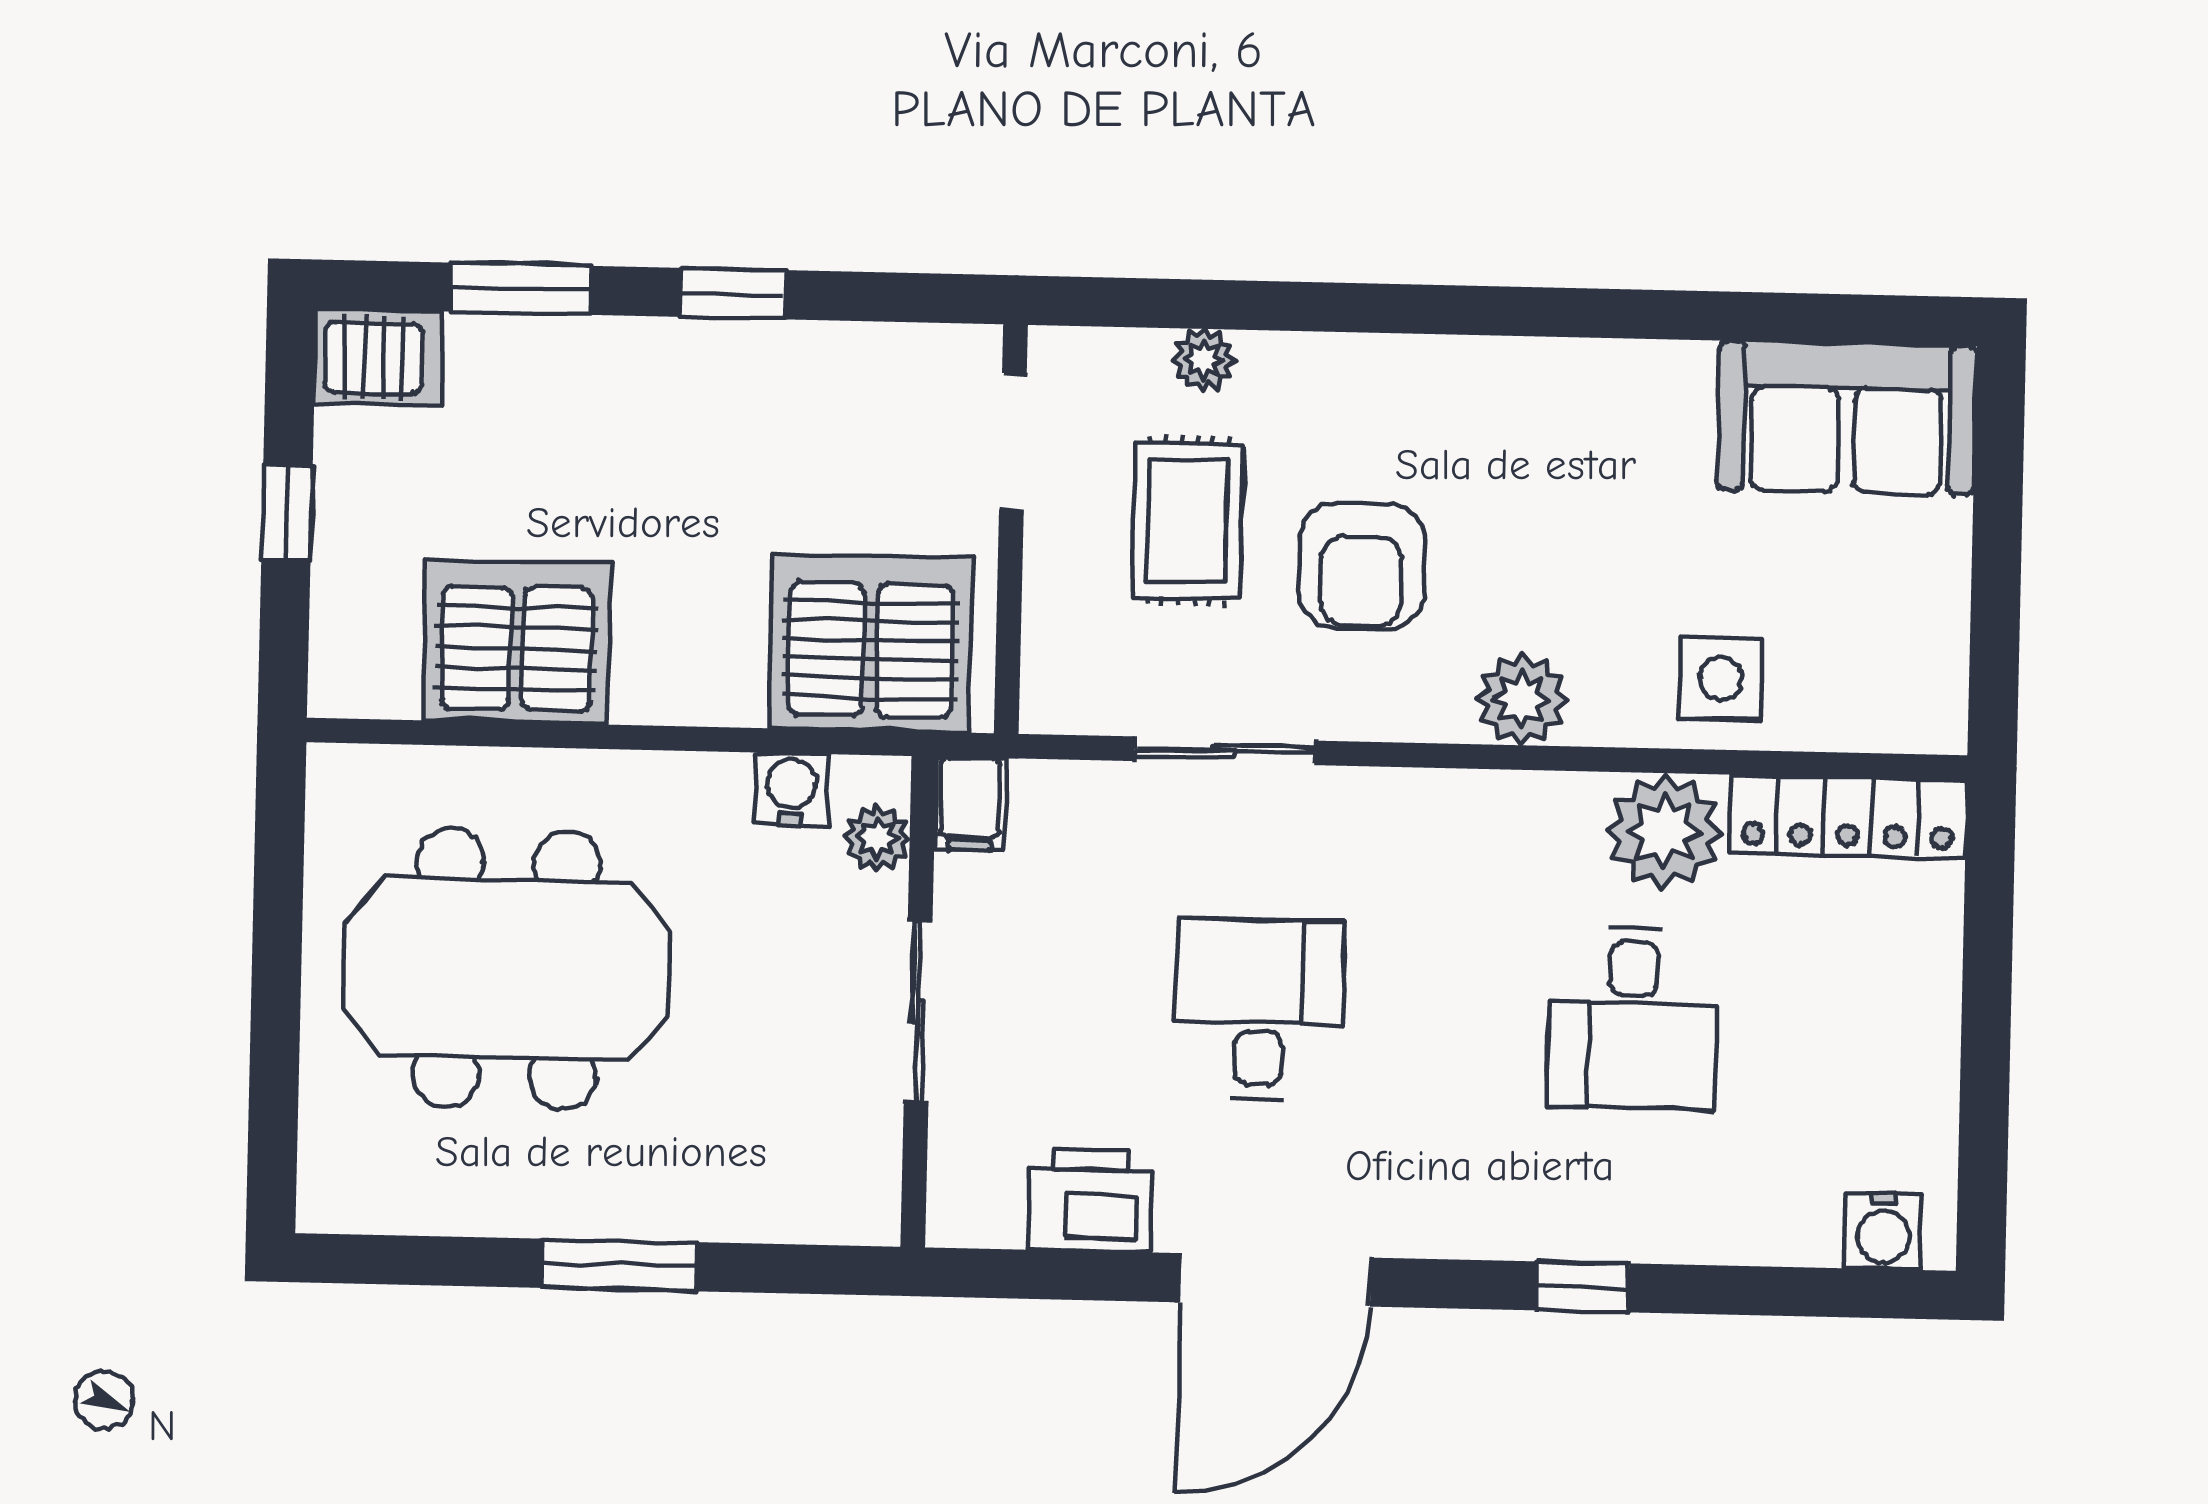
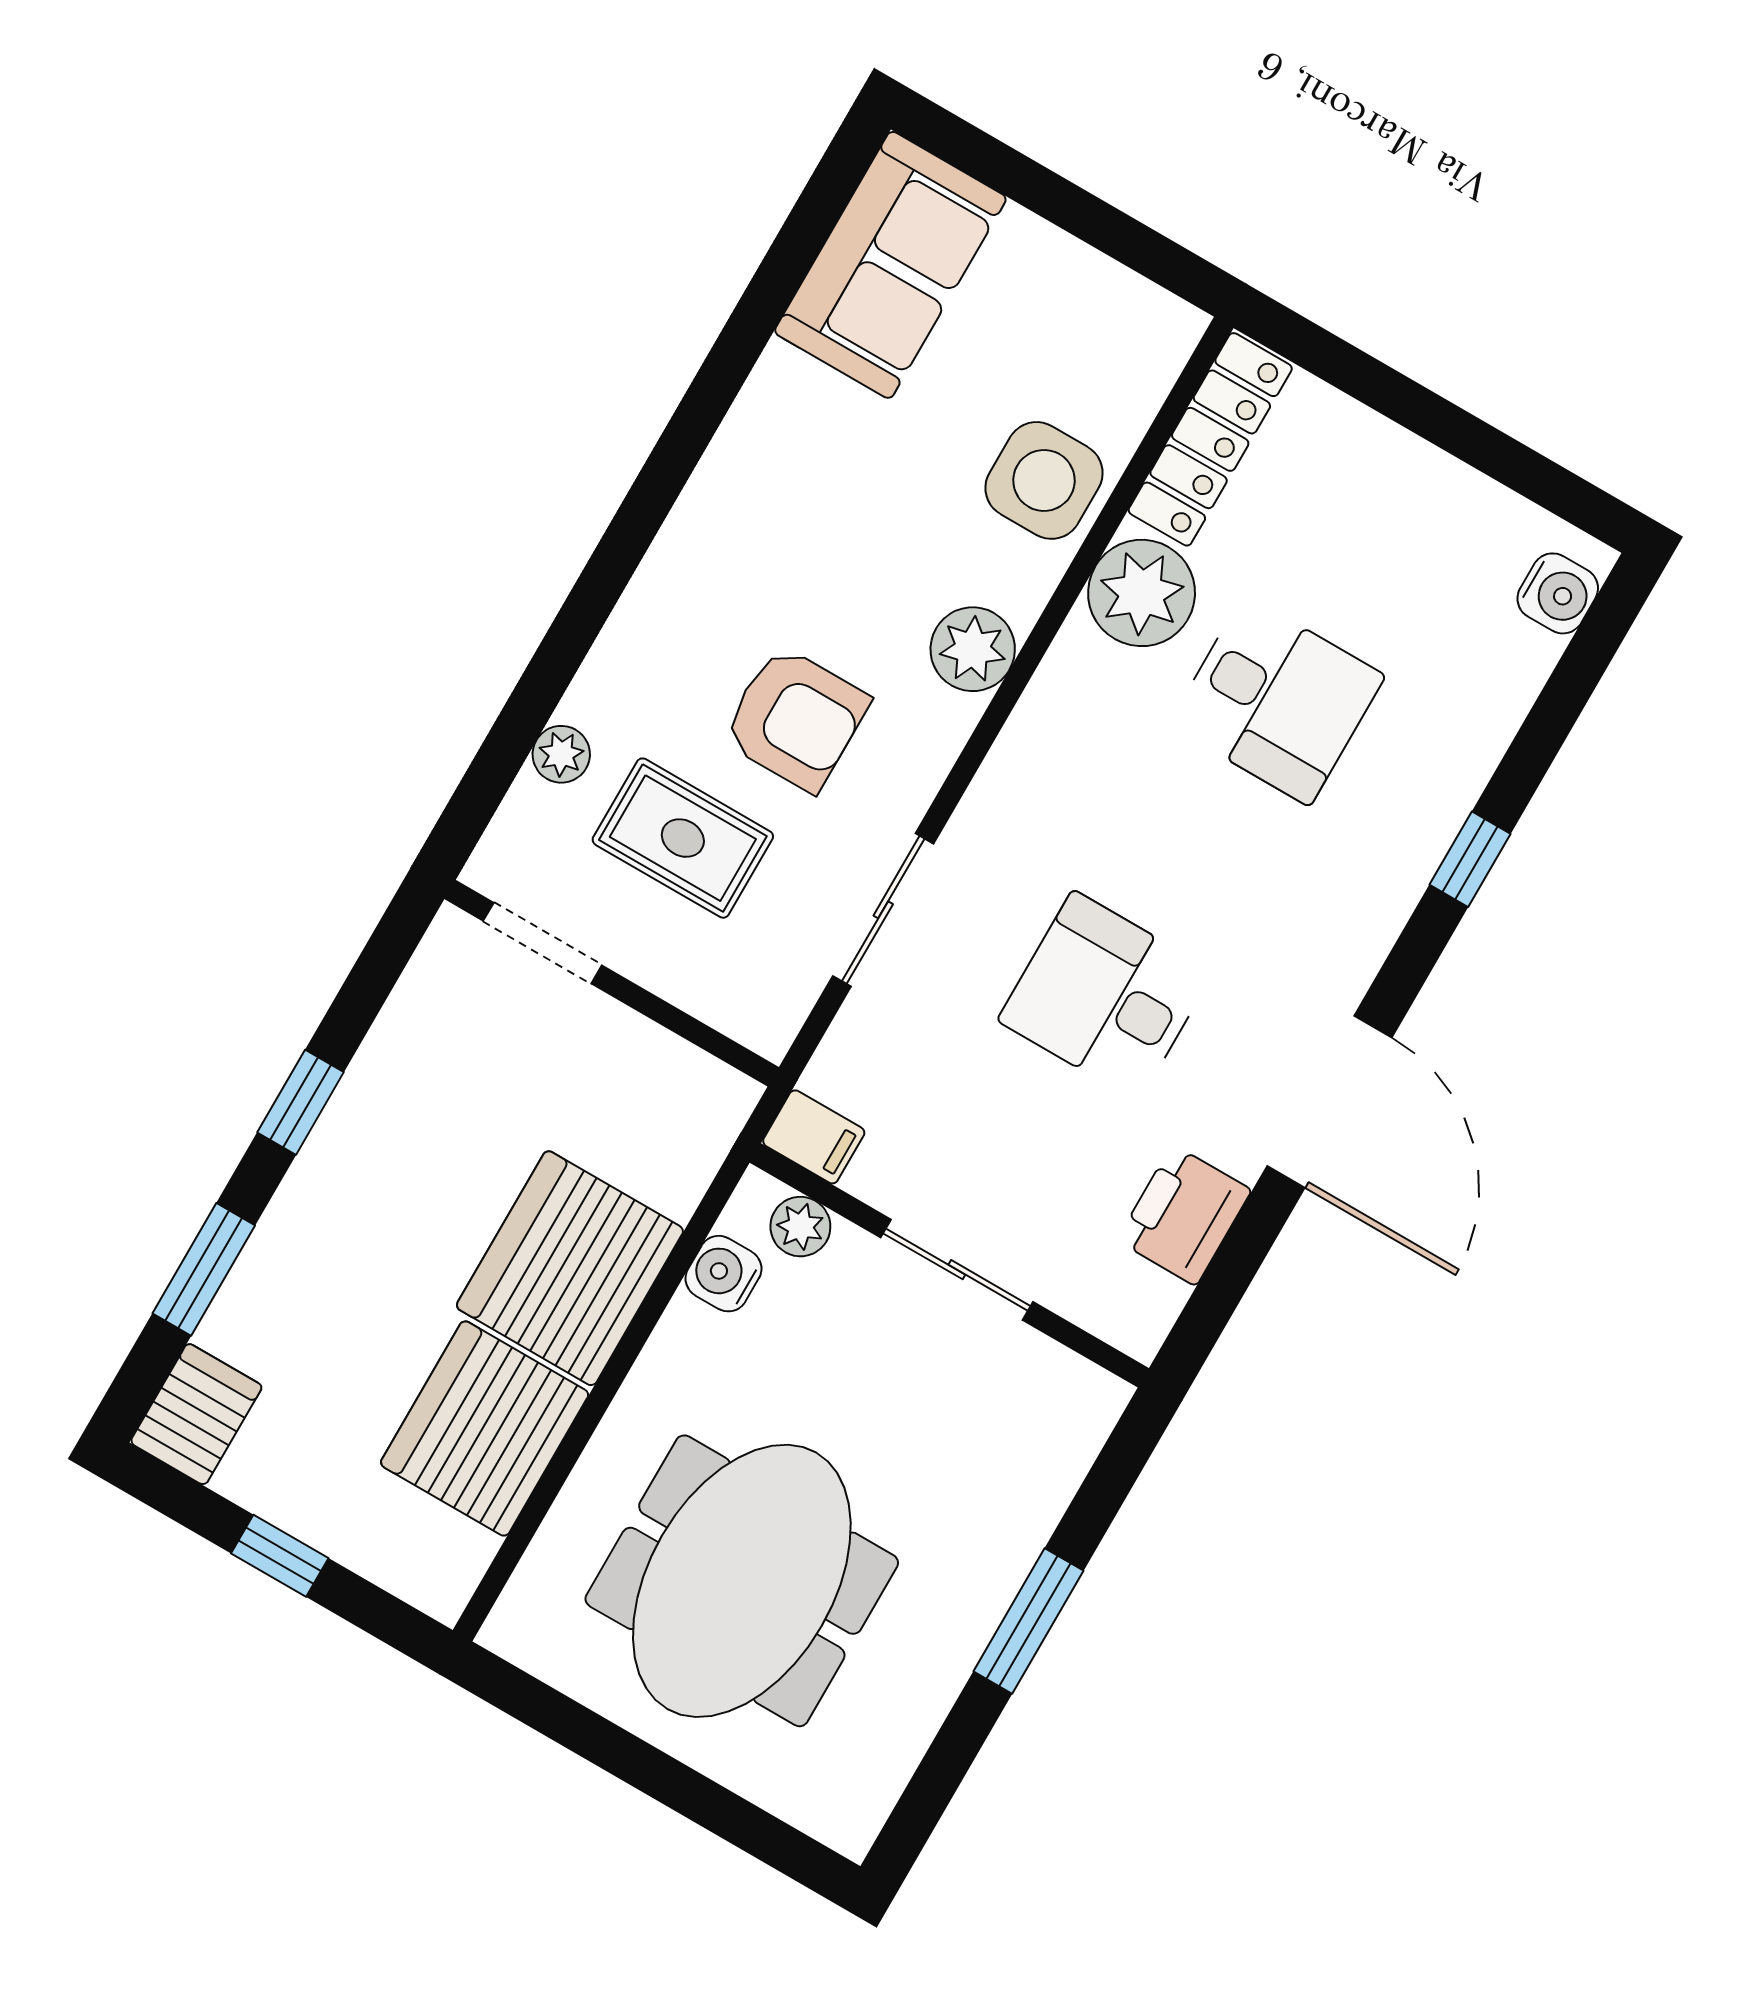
server rack: (871, 643) -> (570, 1268), moved
side table: (1721, 679) -> (1044, 480), width x1.37, depth x1.37

